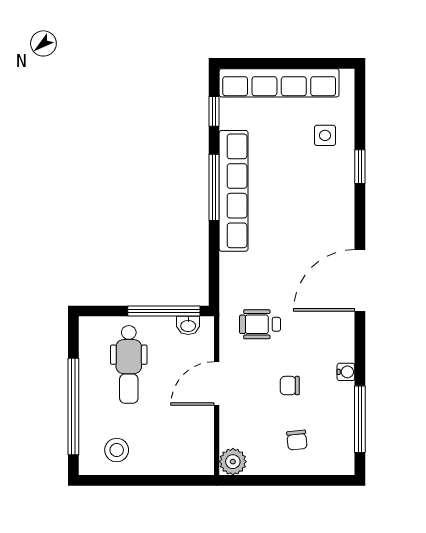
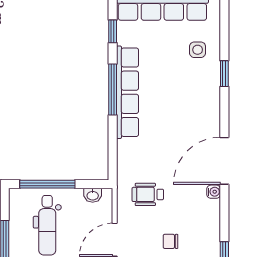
window: (164, 311) -> (47, 184), moved
water cooler: (346, 372) -> (214, 192), moved

